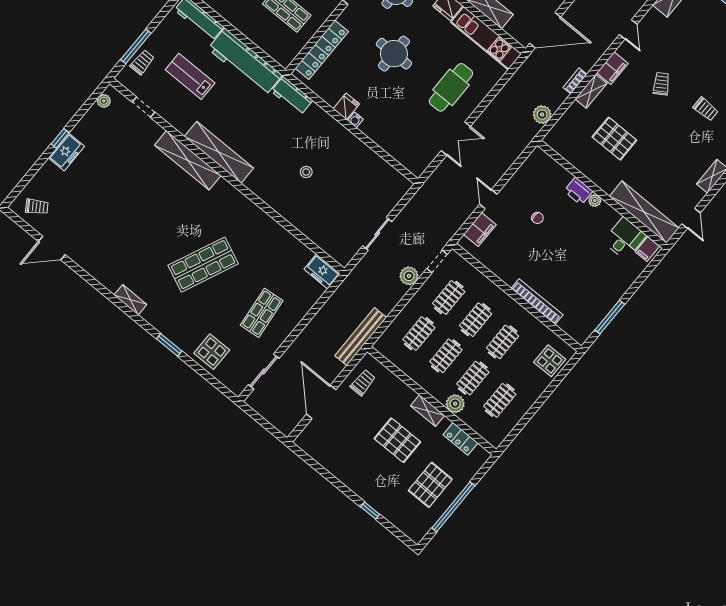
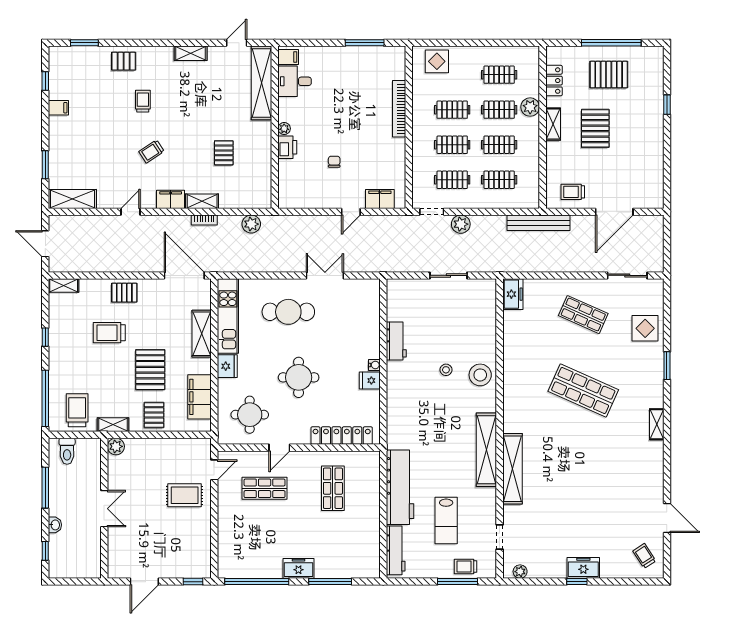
workbench: (292, 96) -> (396, 341), moved
pallet: (614, 139) -> (224, 153), width x0.67, depth x0.71
stool: (281, 195) -> (480, 375), added
shop shelf: (262, 313) -> (583, 315), turned 30

